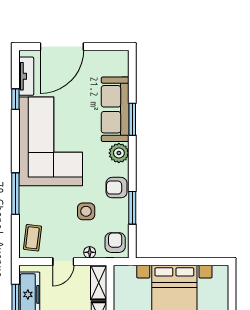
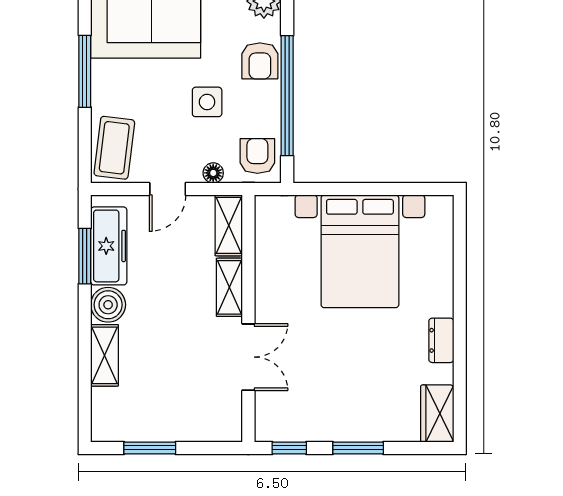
armchair: (117, 188) -> (260, 61), turned -90
window: (132, 208) -> (287, 96), width x2.11
coffee table: (32, 238) -> (114, 148), width x1.36, depth x1.30

